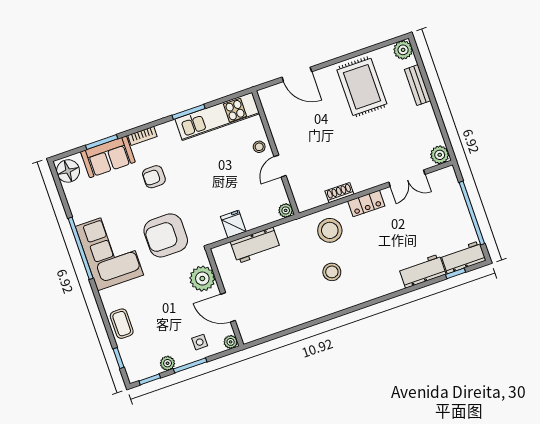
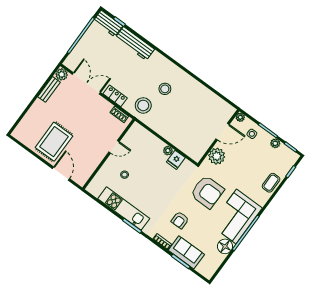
plant: (403, 50) -> (19, 133), removed
door: (297, 74) -> (61, 174), moved
bench: (418, 85) -> (49, 89), moved
wall: (275, 153) -> (109, 154), moved
door: (280, 166) -> (114, 147), moved
floor lamp: (68, 171) -> (225, 246), moved
armchair: (154, 177) -> (180, 220), turned 90
double door: (407, 178) -> (86, 83), width x1.37
plant: (286, 210) -> (168, 151), moved
workbench: (255, 245) -> (179, 140), removed
workbench: (422, 271) -> (135, 44), width x1.38
door: (228, 307) -> (223, 132), hinge flipped

